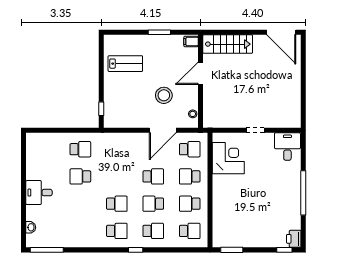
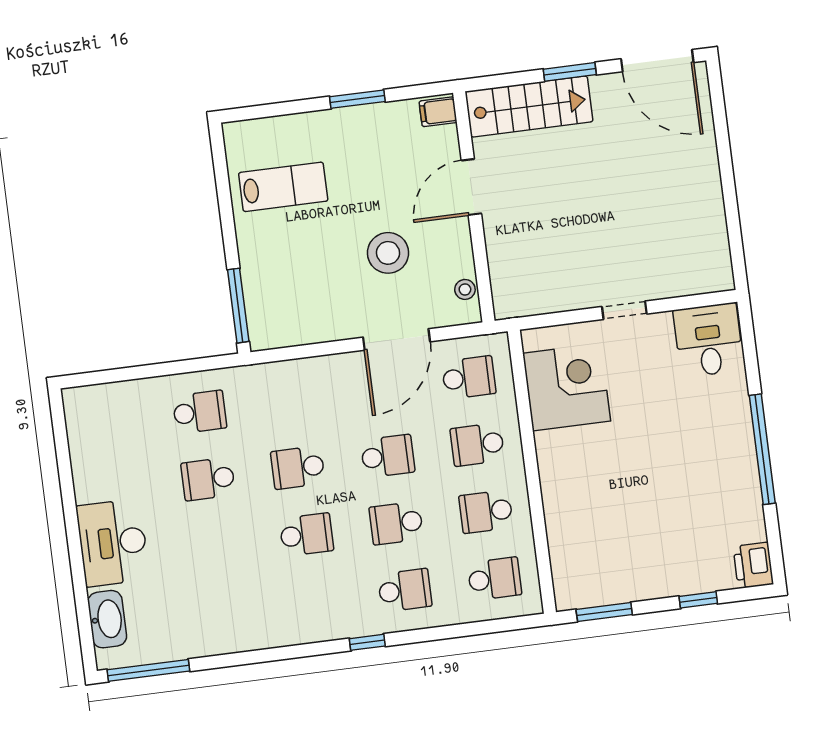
window: (246, 32) -> (570, 72), added
window: (101, 109) -> (238, 306), width x2.17
desk: (39, 193) -> (113, 543), width x1.37
washbasin: (31, 227) -> (107, 619), width x1.91, depth x1.45
school desk: (117, 231) -> (298, 468), moved, turned 180
window: (284, 250) -> (698, 600), moved

